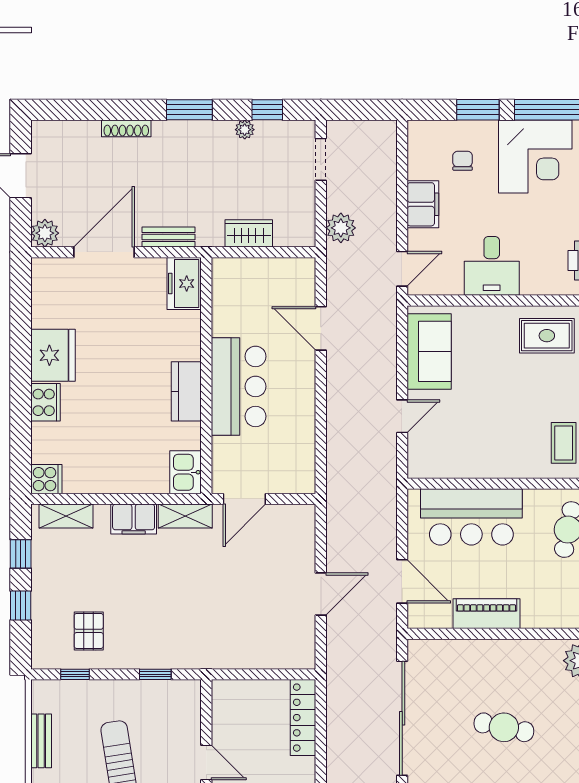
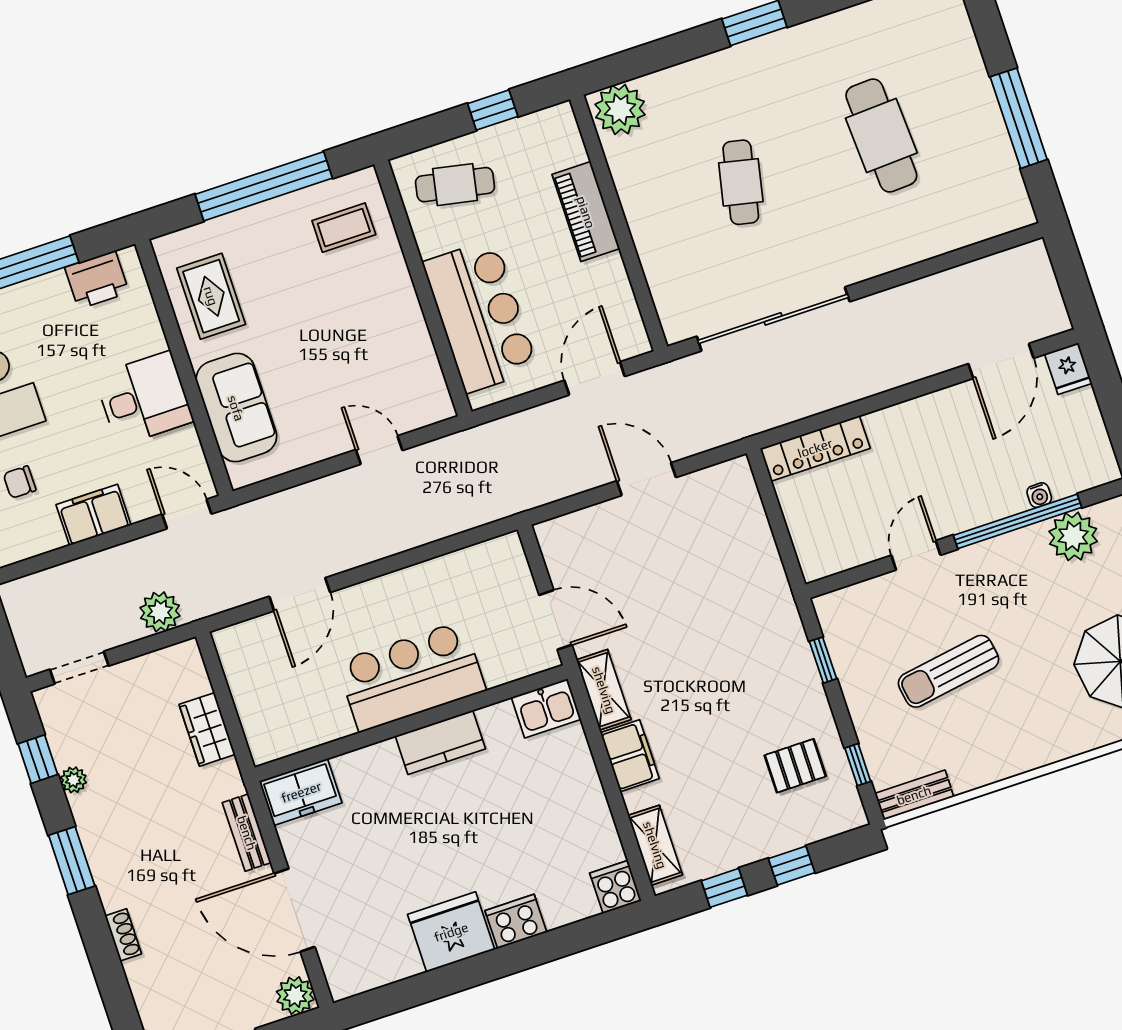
shoe rack: (126, 128) -> (123, 935), width x0.70
sofa: (429, 351) -> (236, 408), moved, turned 90
piano: (487, 614) -> (586, 212), moved
bench: (41, 741) -> (914, 795), moved

